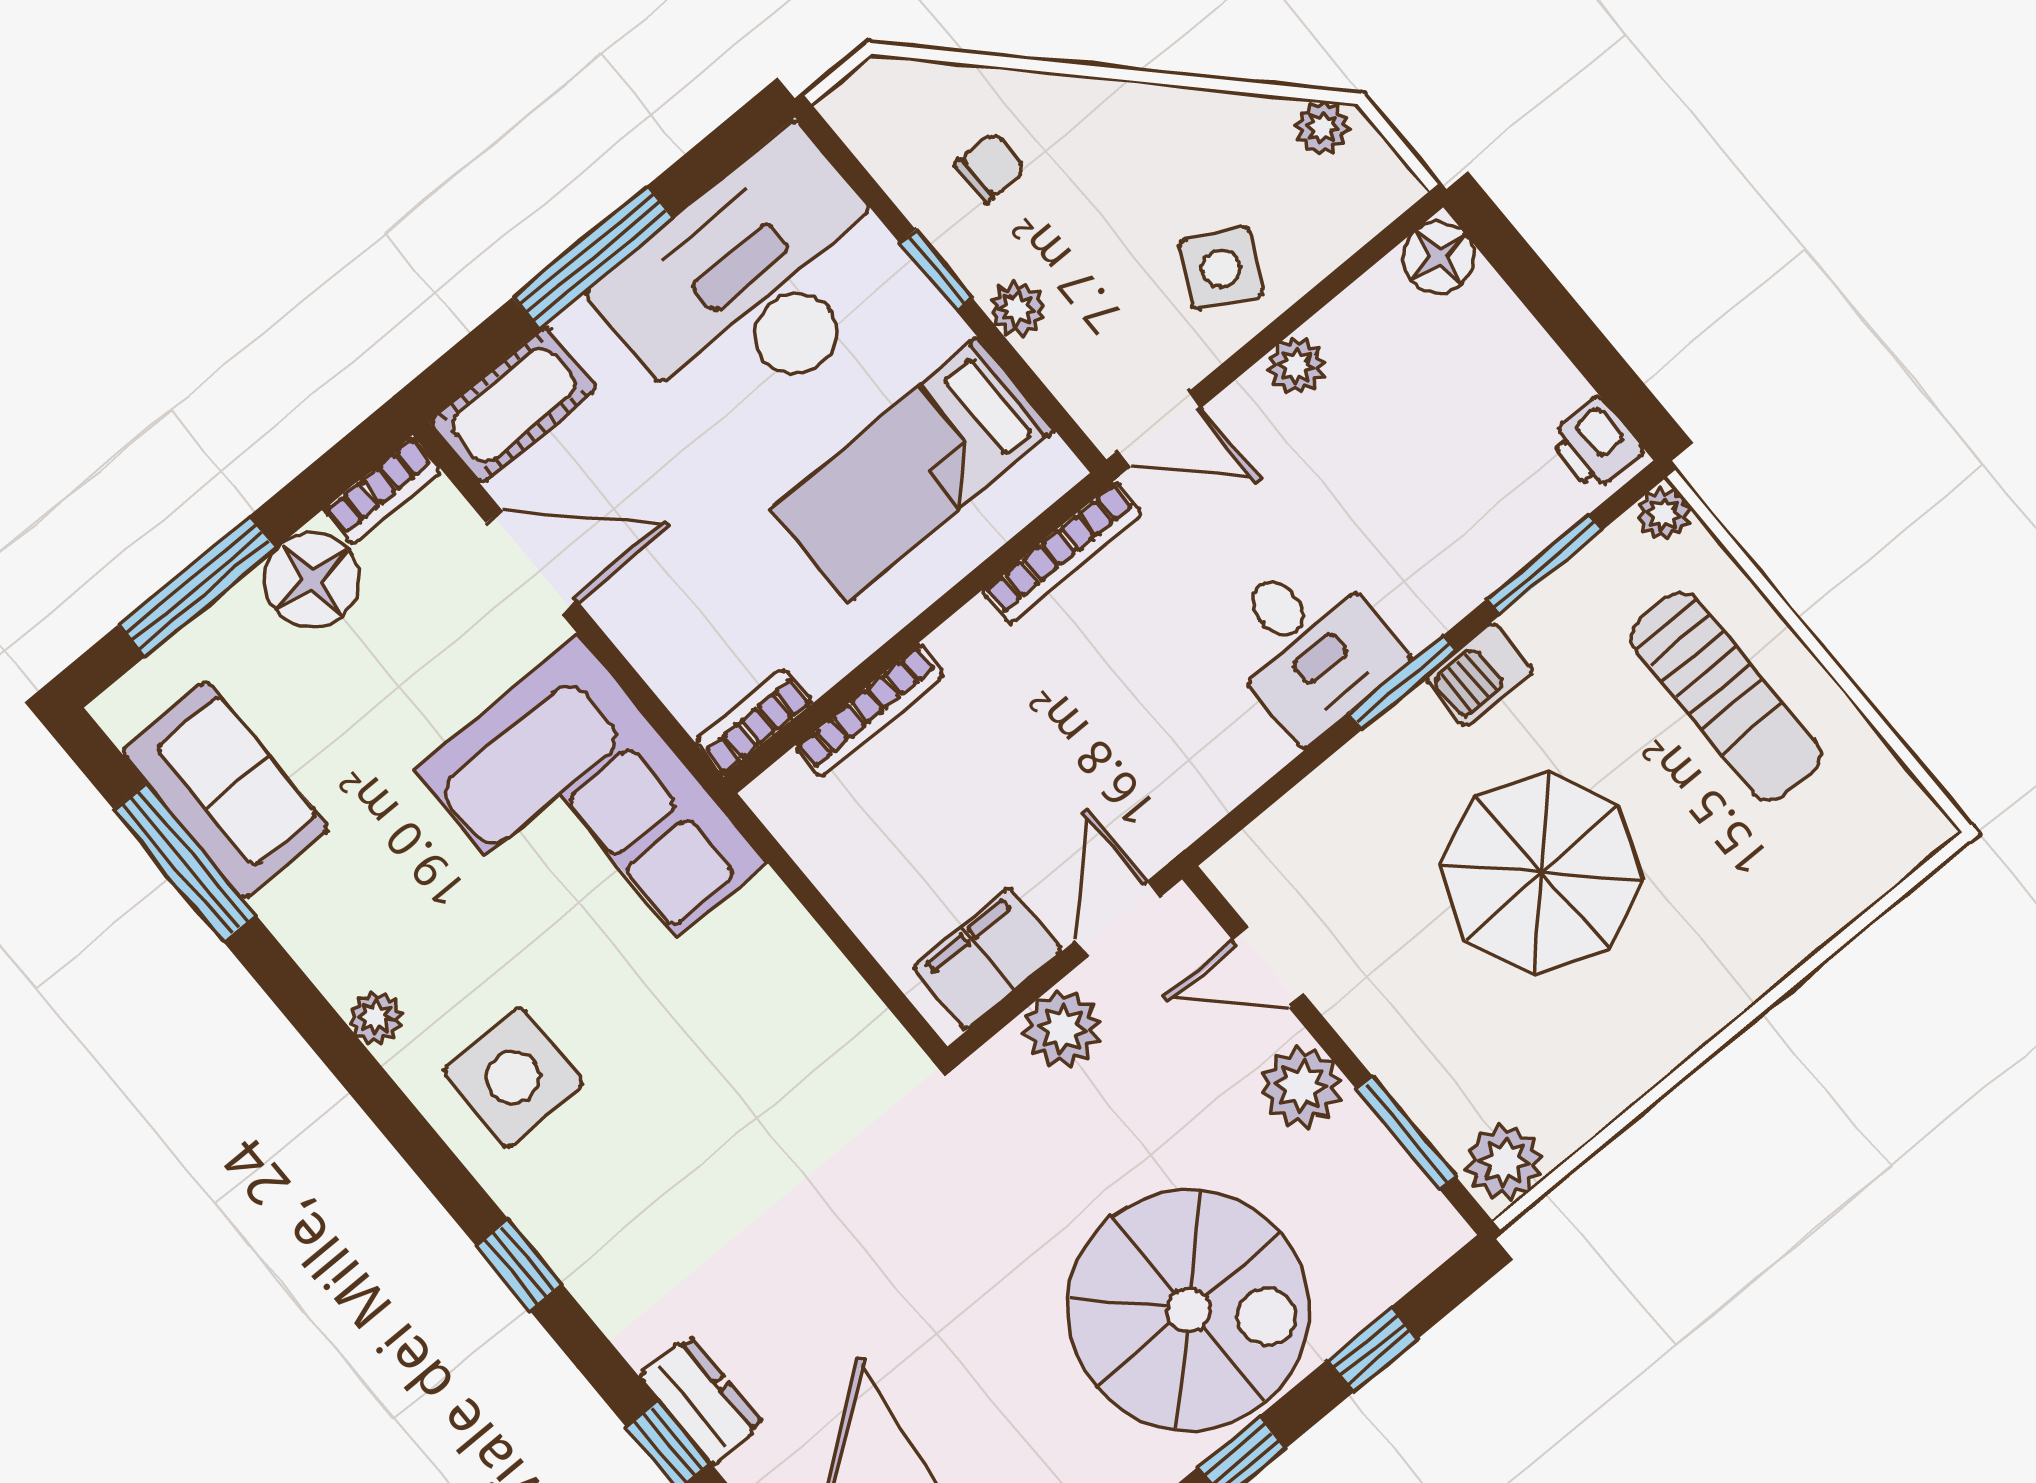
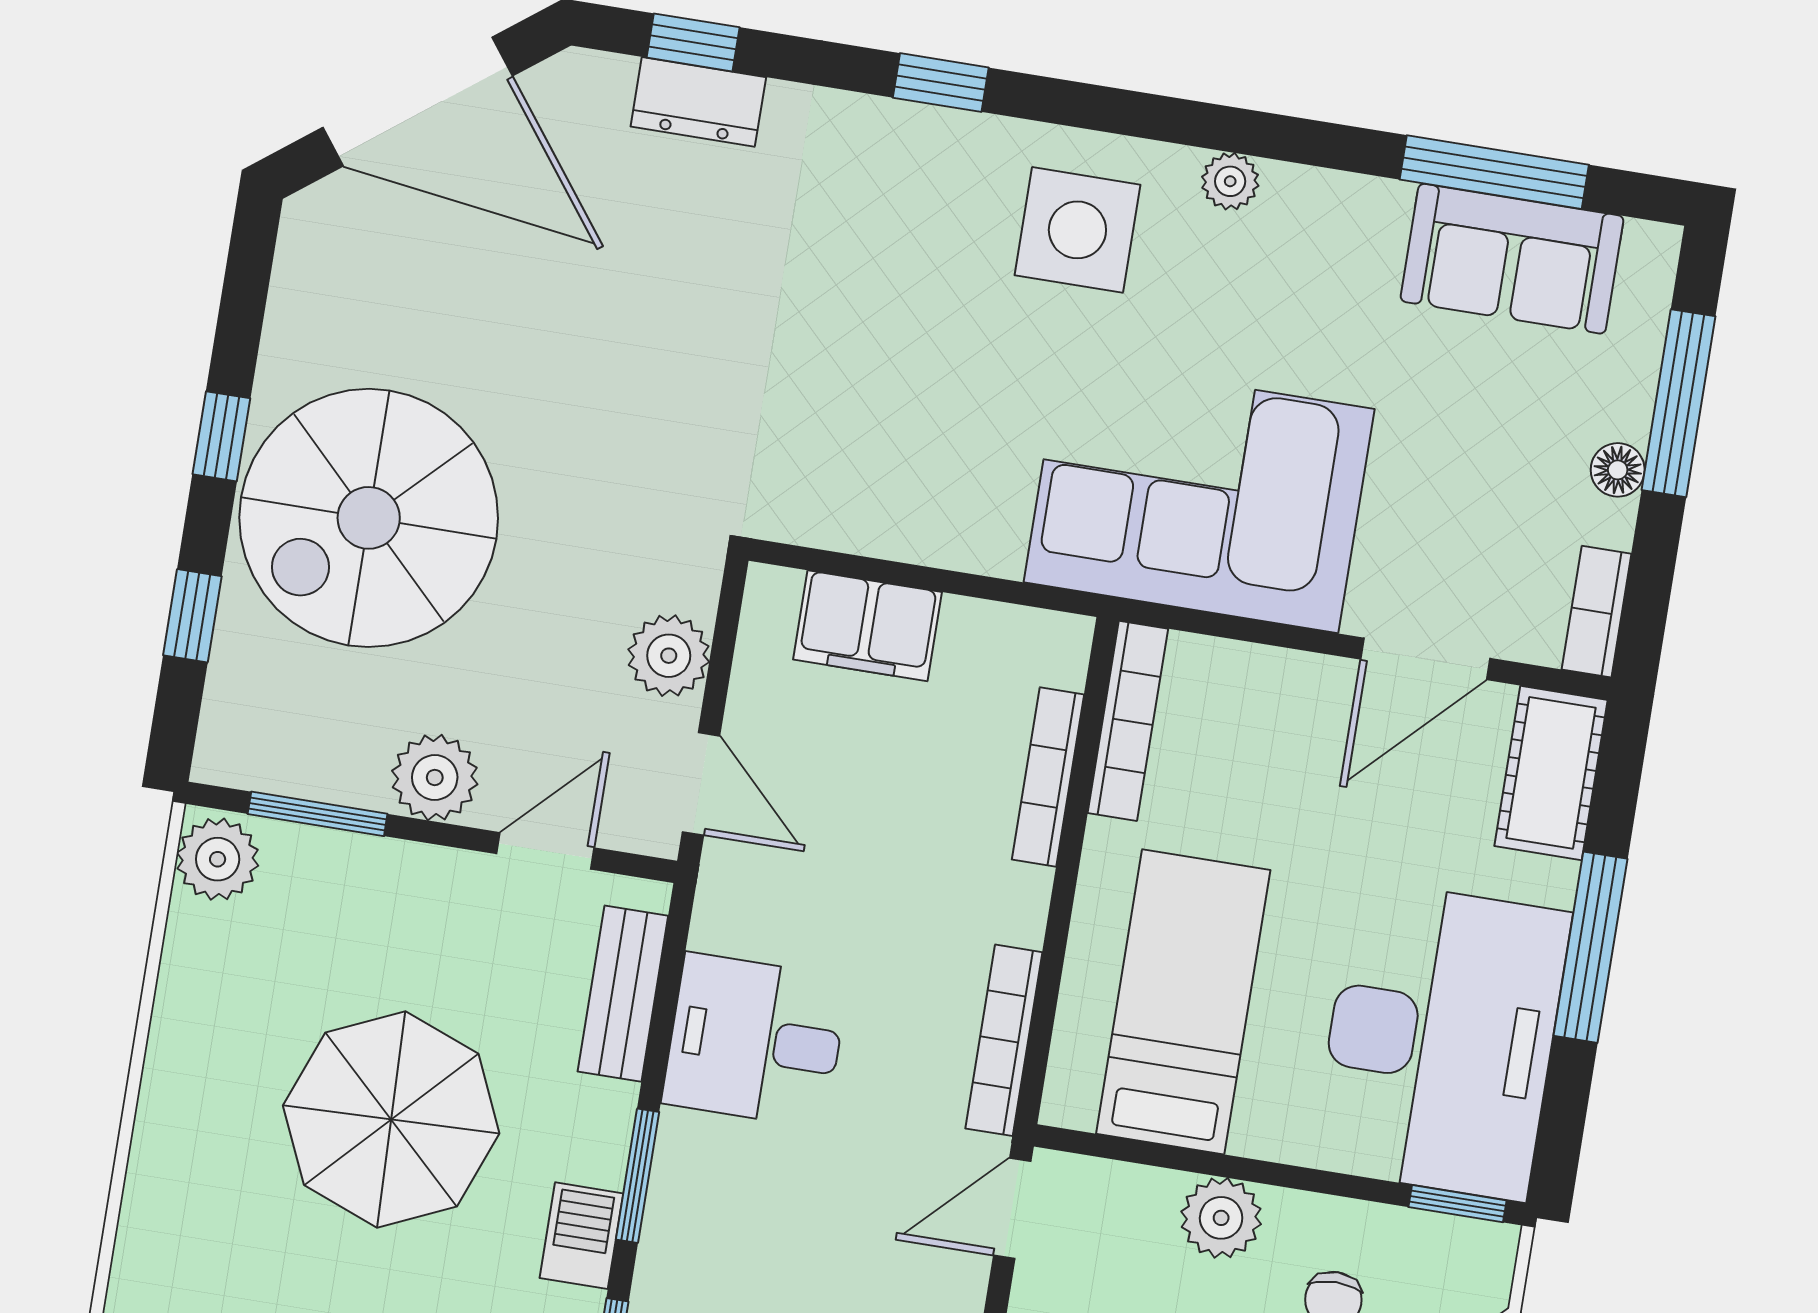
window: (936, 271) -> (1458, 1204), moved
plant: (1017, 309) -> (1221, 1218), width x1.38, depth x1.38
floor lamp: (312, 580) -> (1618, 470), width x0.53, depth x0.53
desk: (1309, 645) -> (755, 1040), moved
bookcase: (754, 722) -> (1128, 721), width x1.56
bench: (1302, 819) -> (623, 994), added
filing cabinet: (987, 959) -> (867, 626), moved, turned 90

